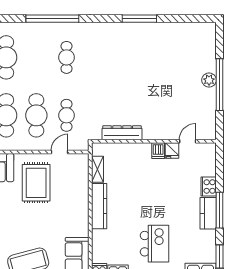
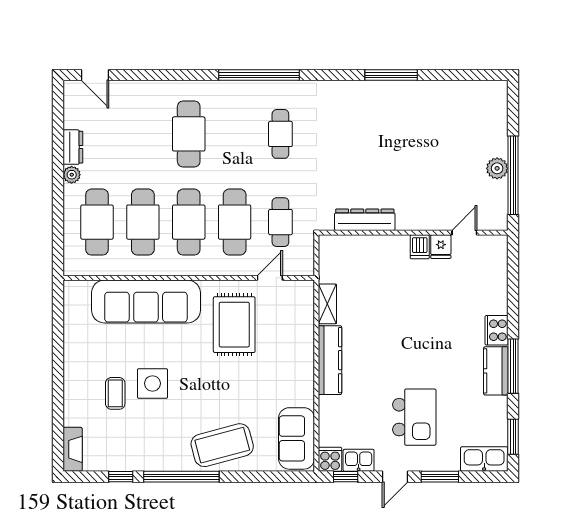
dresser: (122, 133) -> (365, 220), moved
wall: (154, 141) -> (413, 233), moved
door: (188, 141) -> (464, 233), moved
fridge: (172, 150) -> (441, 247), moved
dishwasher: (158, 151) -> (420, 247), moved

